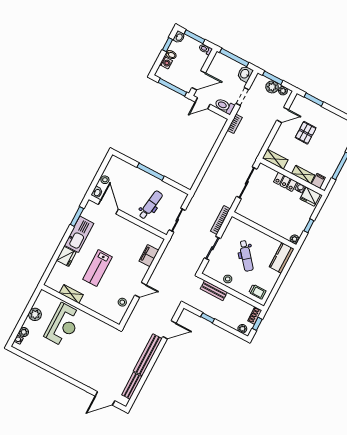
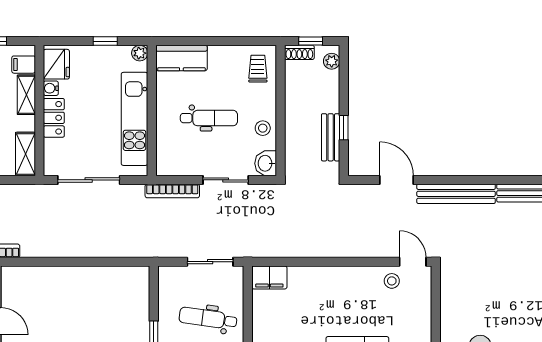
kitchen unit: (264, 220) -> (134, 119), added
filing cabinet: (149, 256) -> (269, 277), moved
dental chair: (246, 256) -> (209, 118), turned 40
washbasin: (210, 272) -> (266, 163), added
door: (140, 290) -> (413, 262), moved
bench: (214, 290) -> (331, 137), moved

